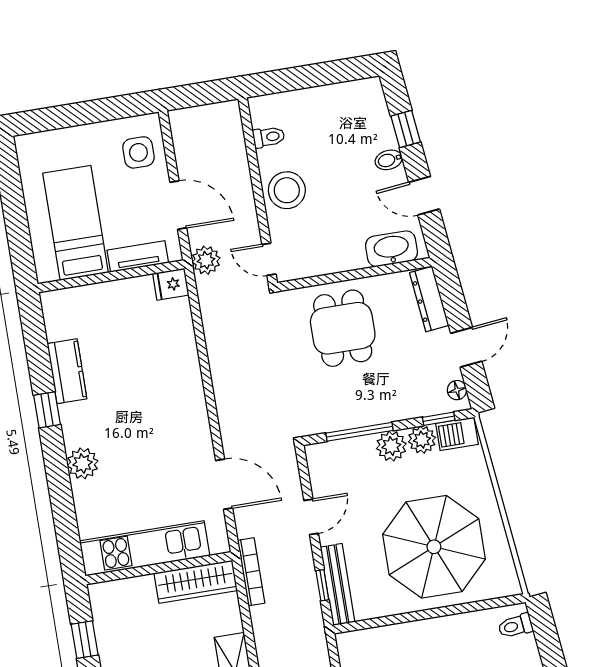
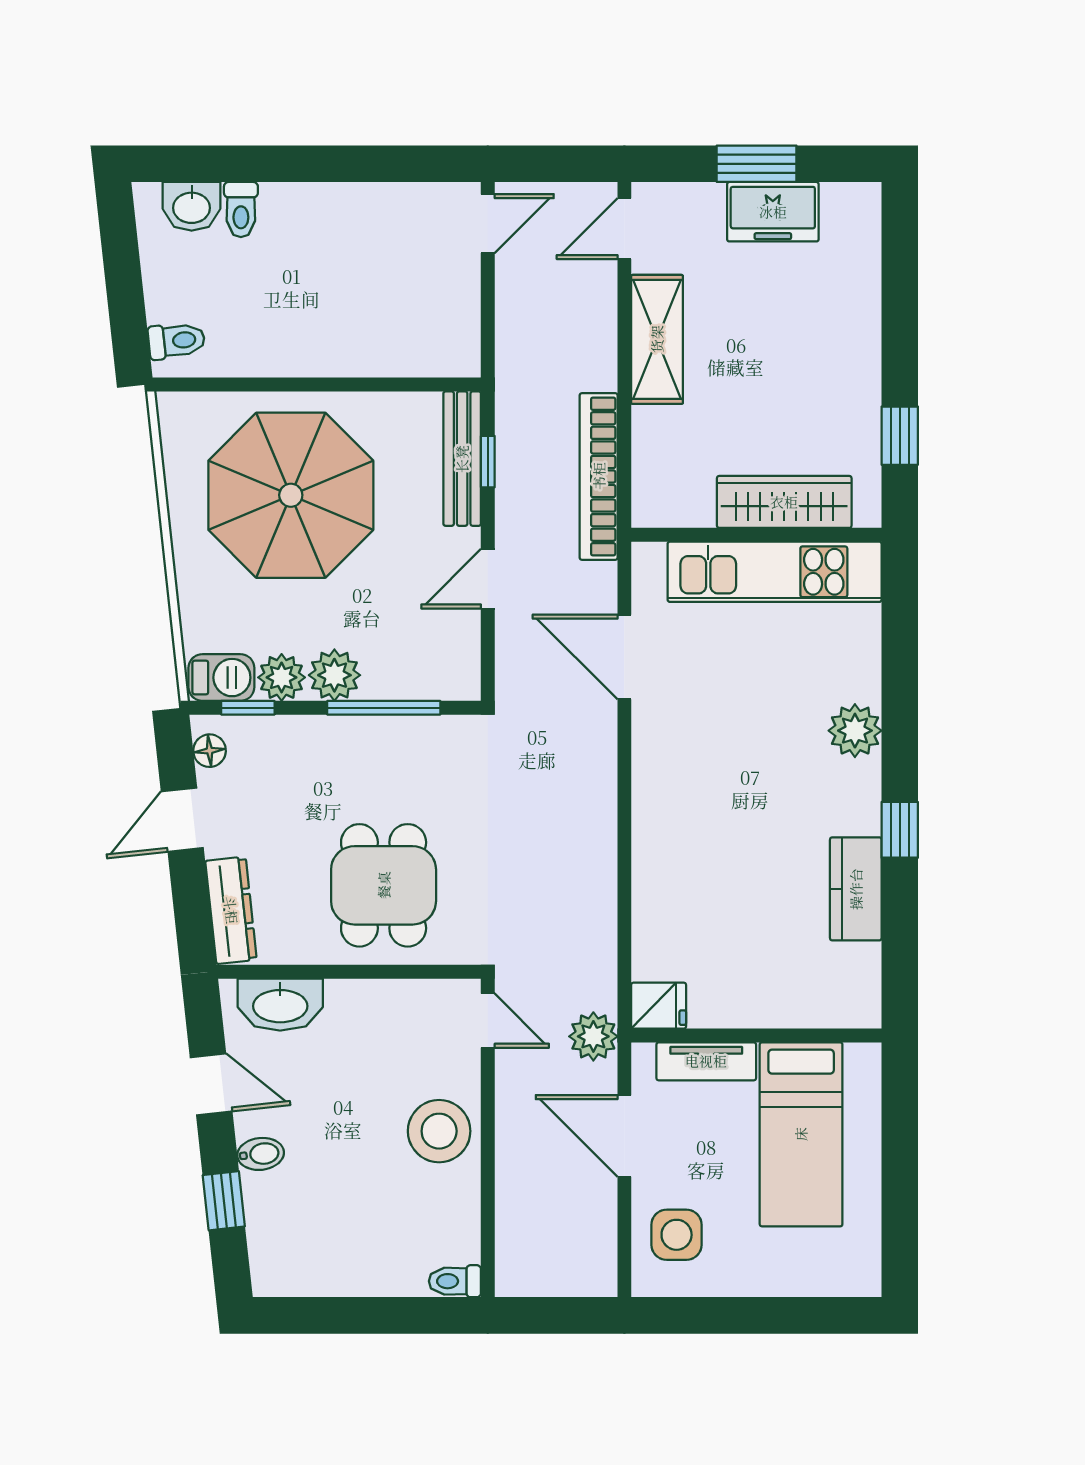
toilet: (269, 137) -> (455, 1281), moved
bookcase: (251, 572) -> (599, 476), width x1.48, depth x1.31
wardrobe: (196, 582) -> (784, 502), moved

